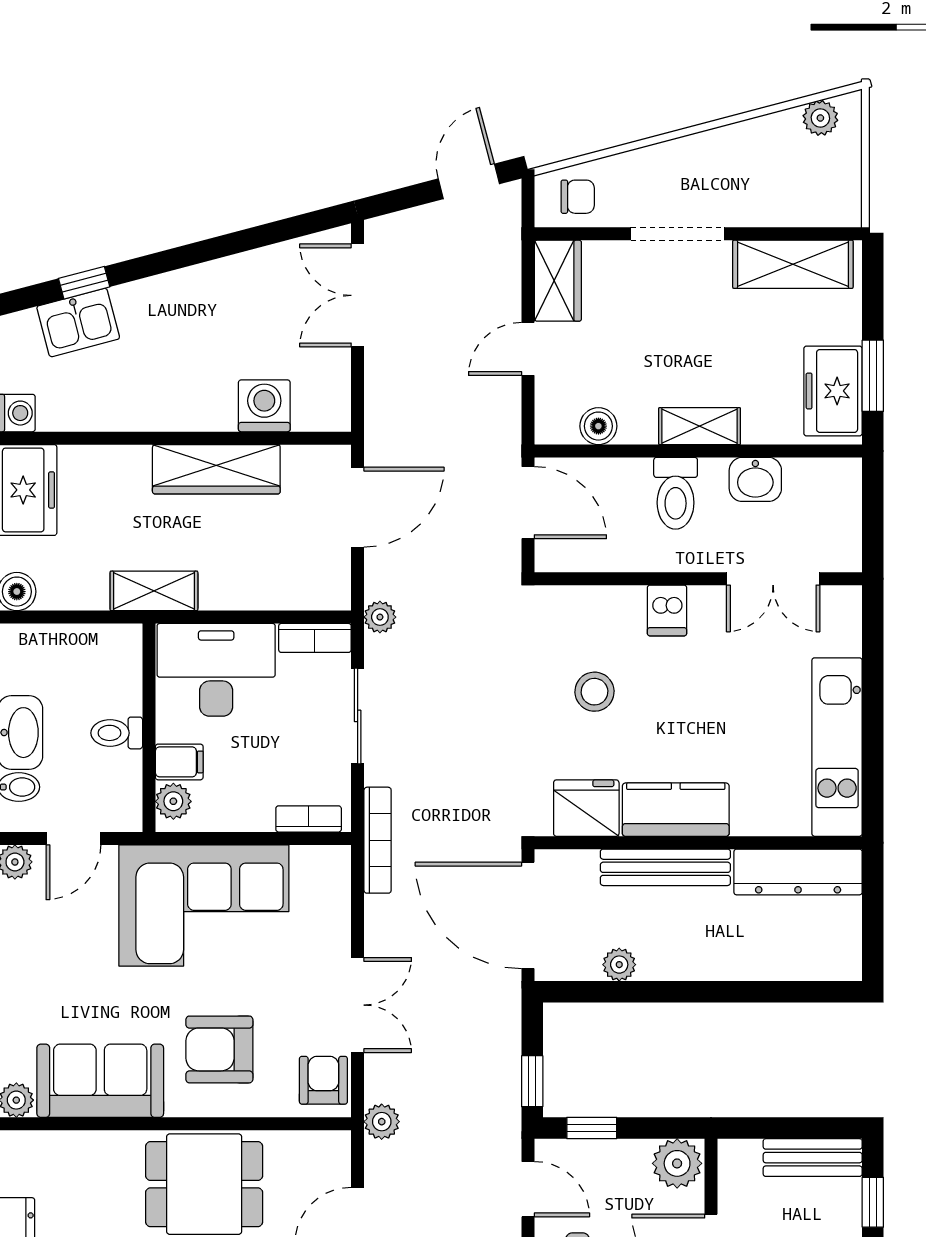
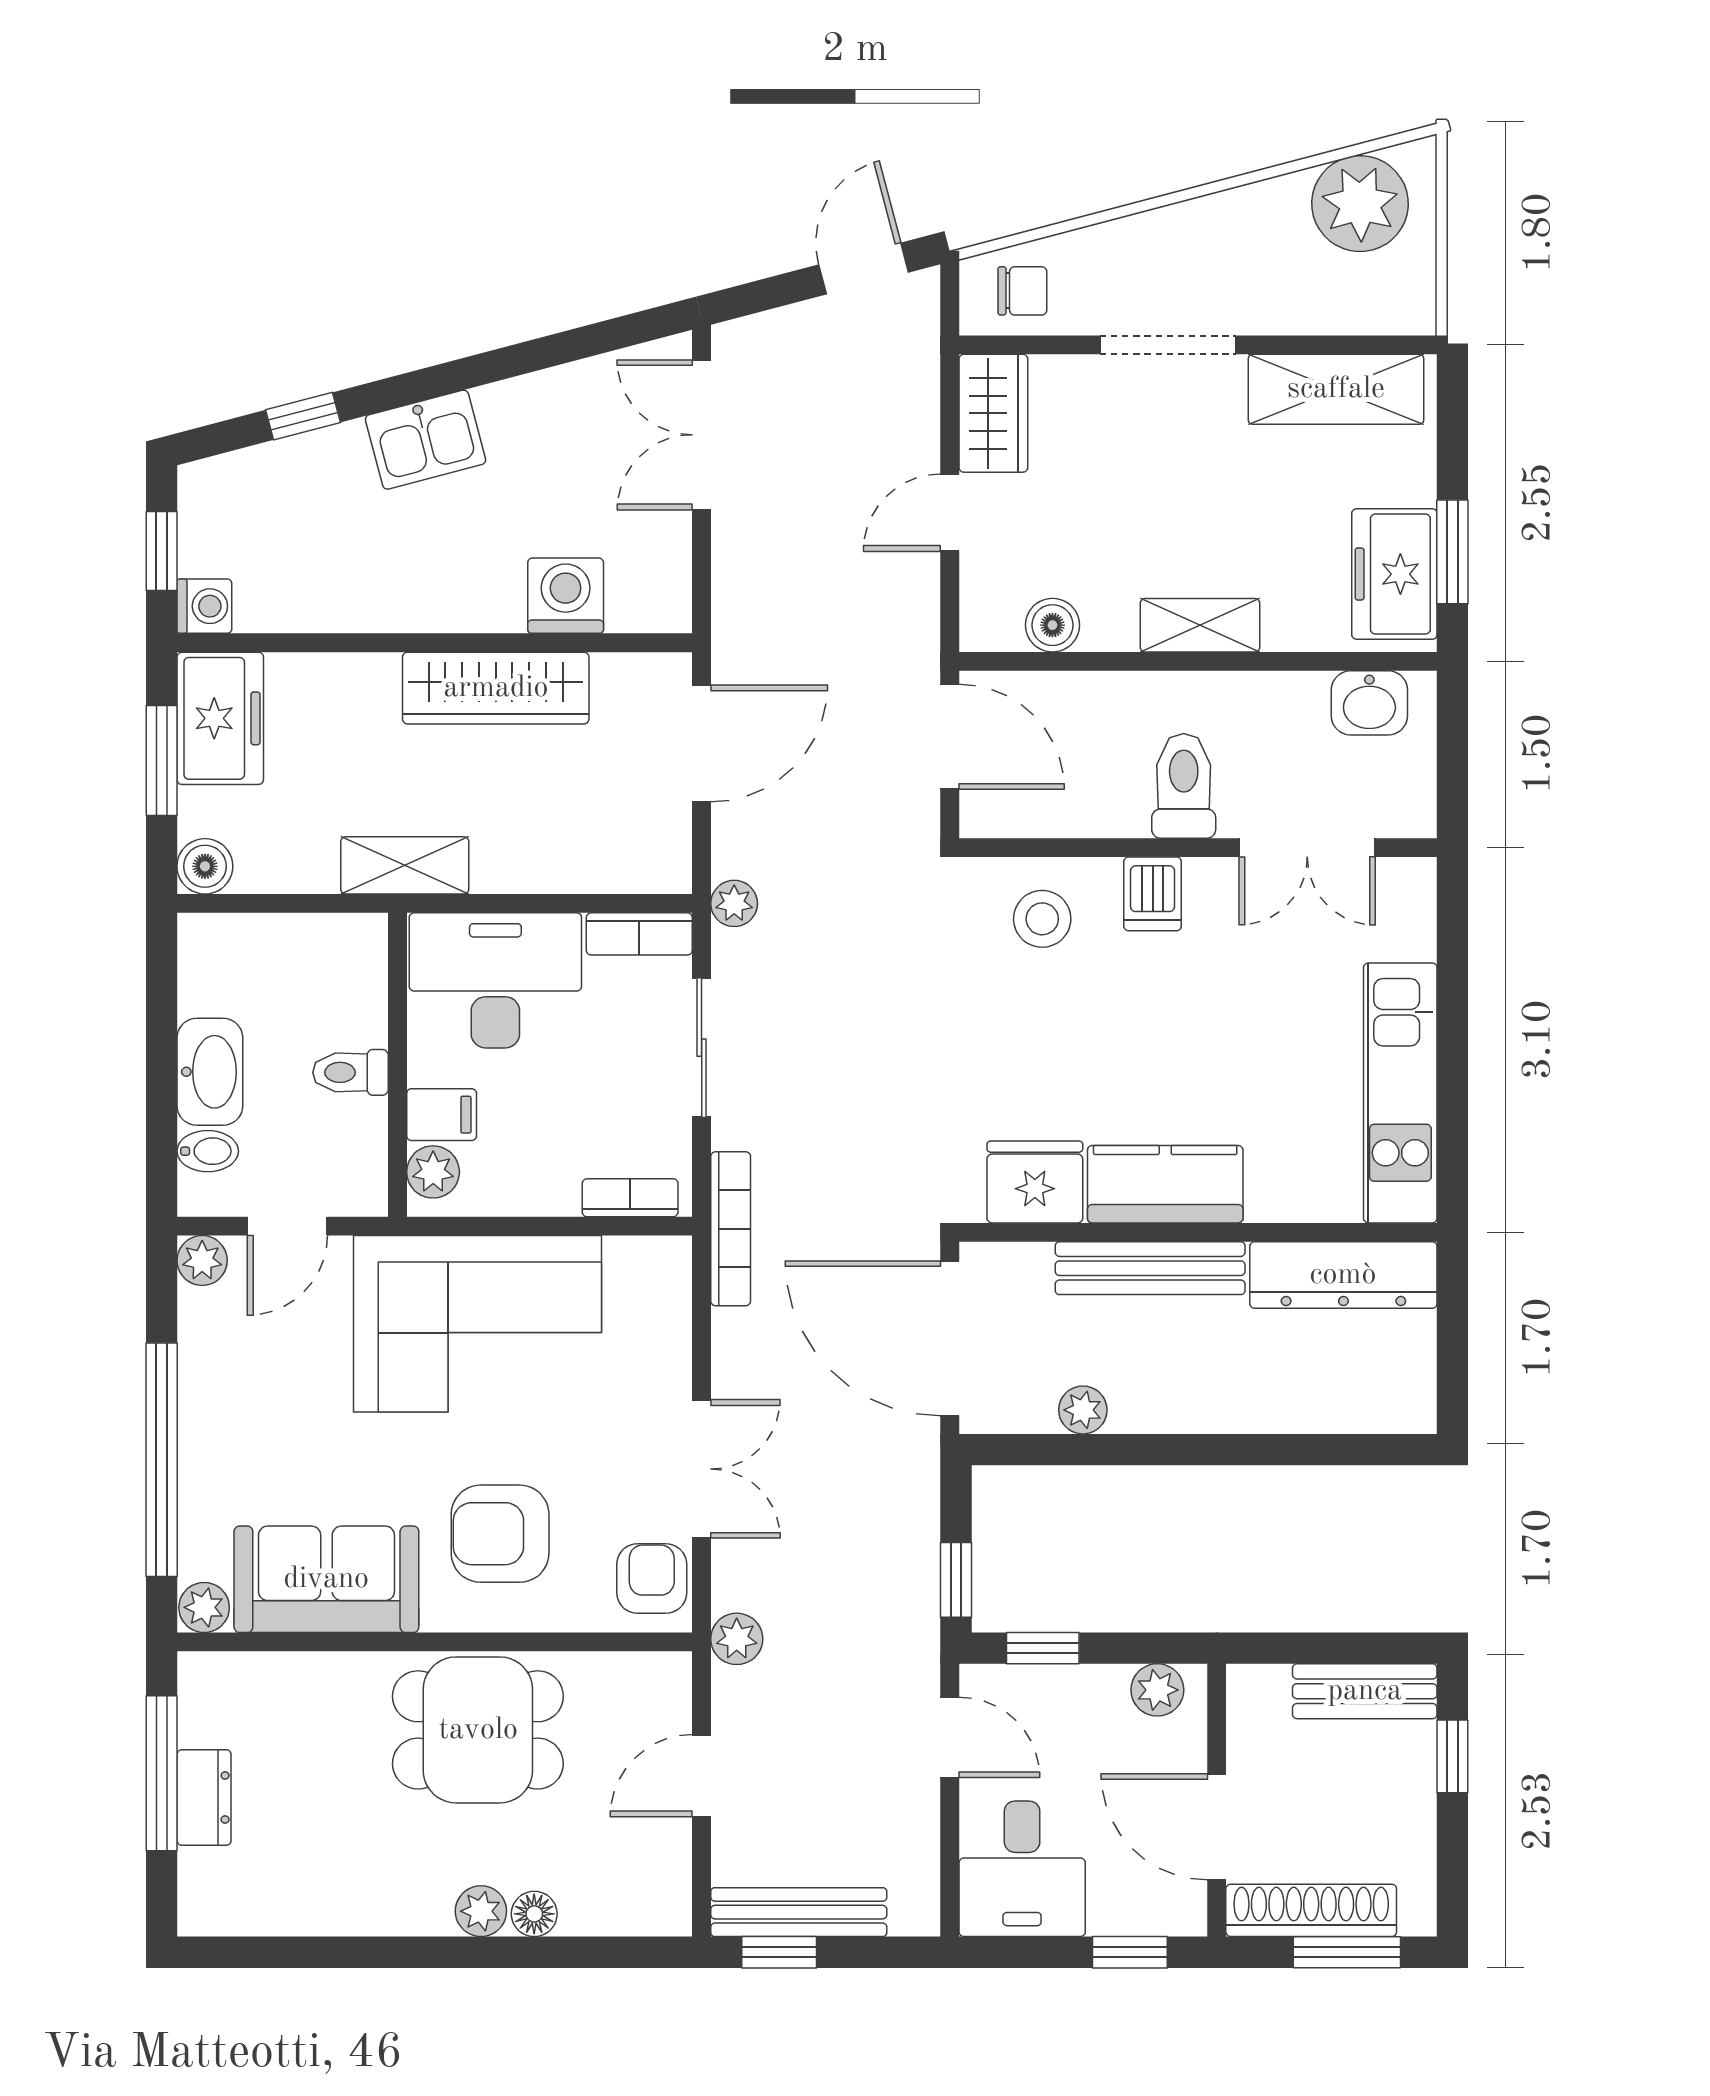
plant: (820, 118) -> (1360, 204), width x1.88, depth x1.88
kitchen sink: (78, 322) -> (426, 440), moved
washbasin: (755, 479) -> (1369, 703), moved
toilet: (676, 493) -> (1184, 786), moved, turned 180
stool: (595, 692) -> (1042, 919), moved
plant: (677, 1163) -> (1157, 1690), width x0.73, depth x0.73

